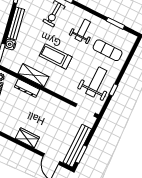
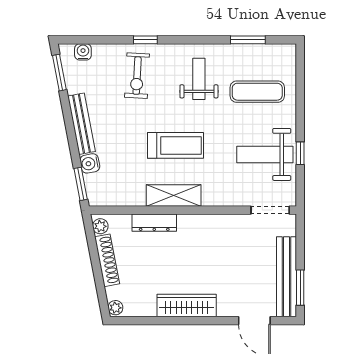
treadmill: (56, 56) -> (175, 145), turned 180
shelving: (33, 75) -> (174, 196), moved
weight bench: (96, 82) -> (265, 154), turned -90
wardrobe: (27, 138) -> (187, 305), width x1.50

